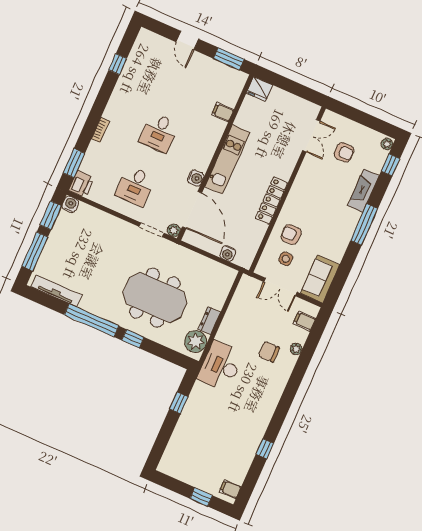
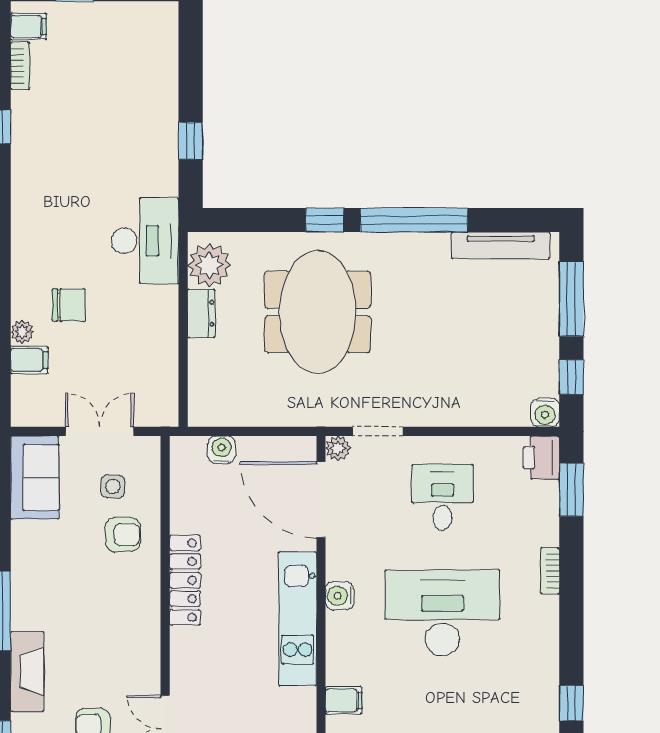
desk: (159, 133) -> (442, 613), width x1.87, depth x1.30
water cooler: (196, 178) -> (340, 596), moved
window: (51, 215) -> (571, 377), width x0.67
meeting table: (155, 298) -> (318, 312), turned 90
filing cabinet: (304, 321) -> (29, 360), moved
bookcase: (242, 473) -> (20, 66), added

